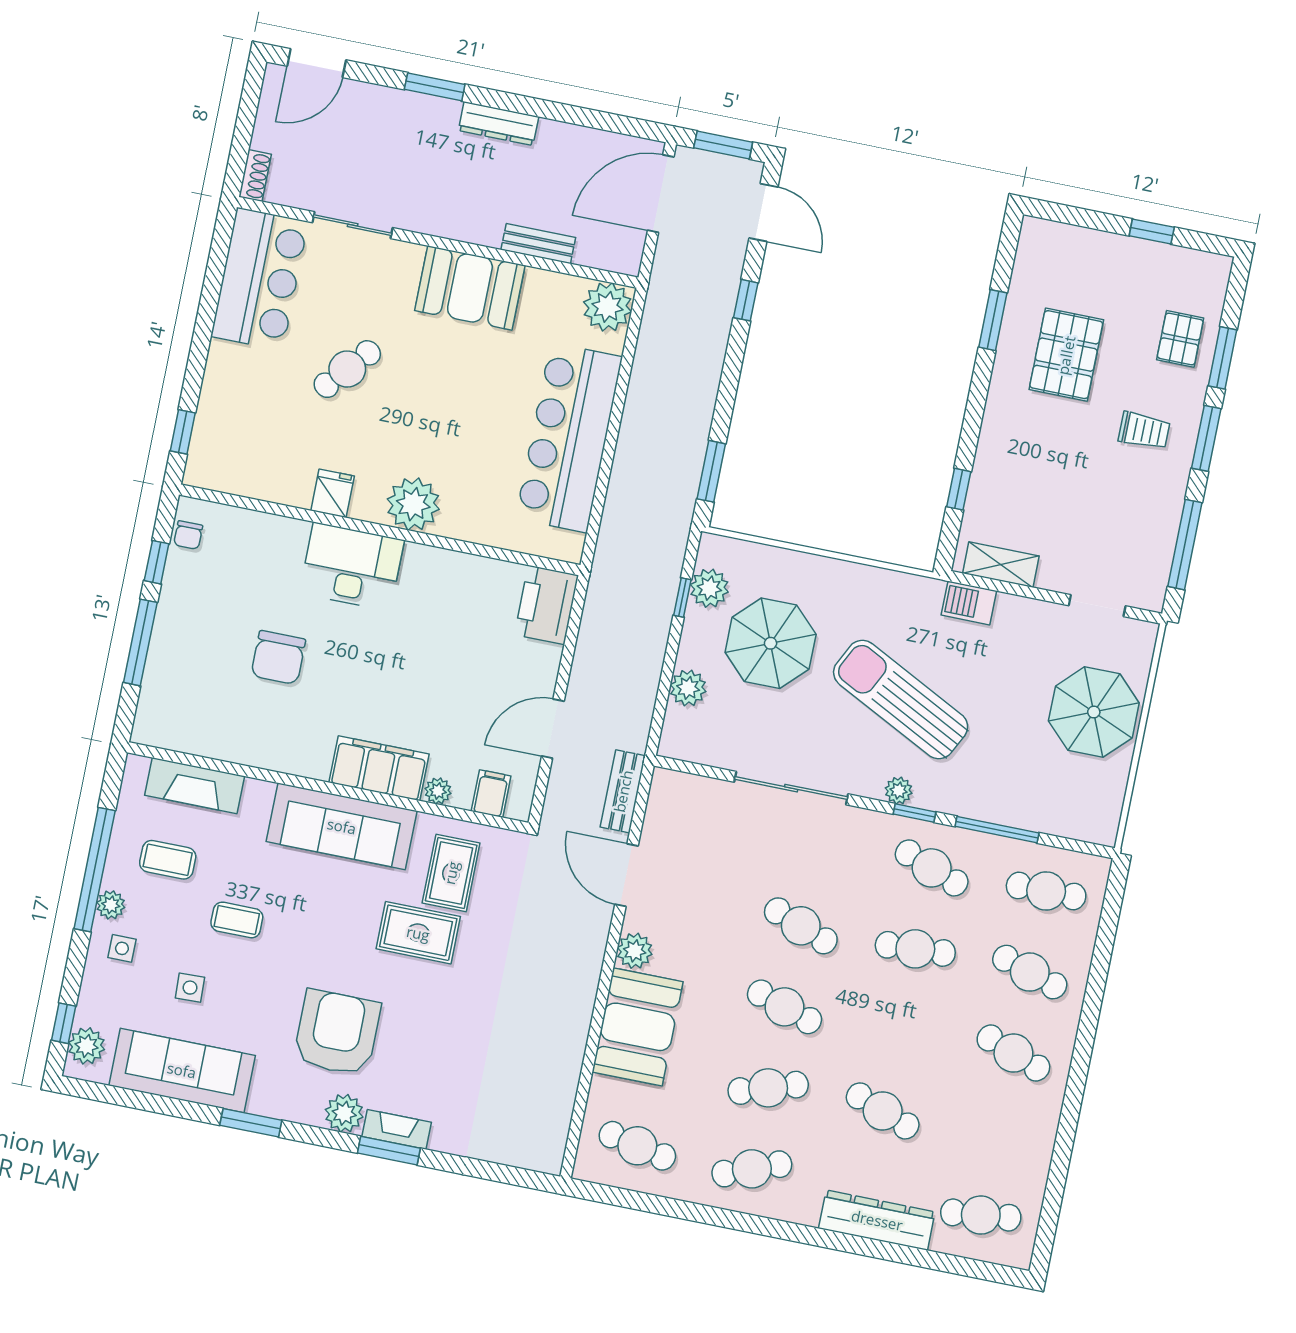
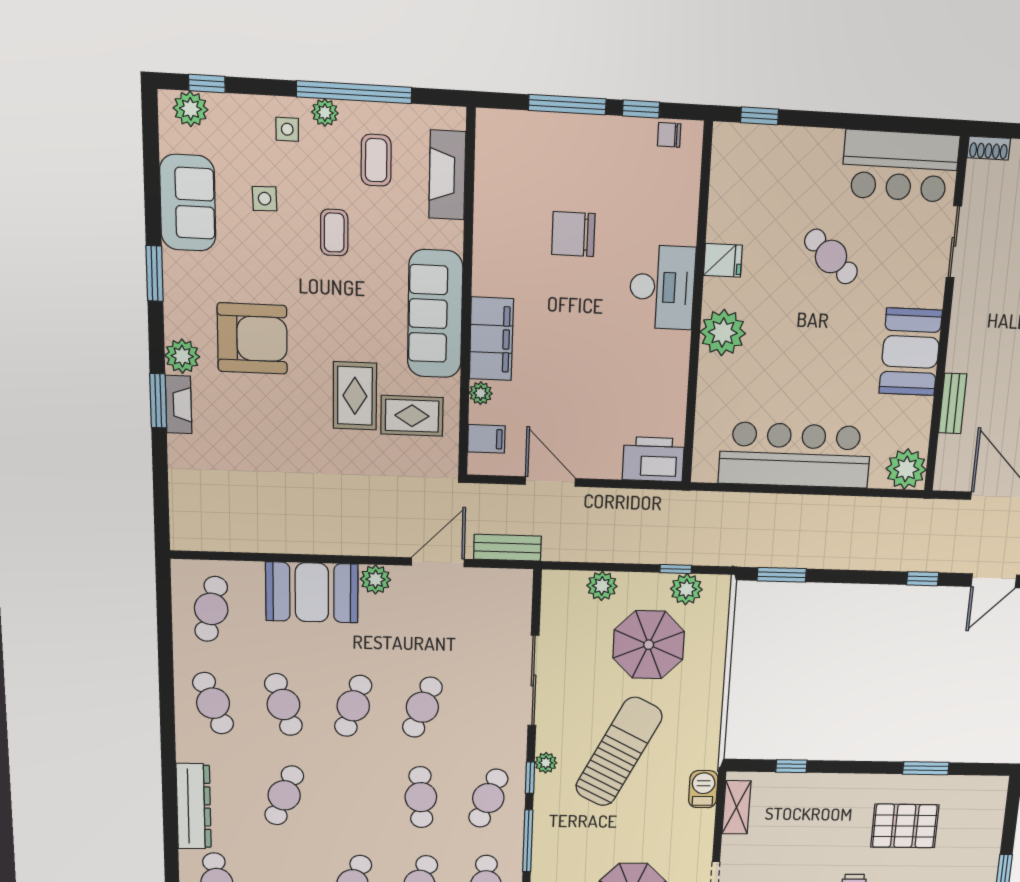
sofa: (182, 1070) -> (188, 203), width x0.73

